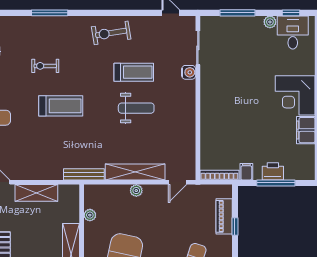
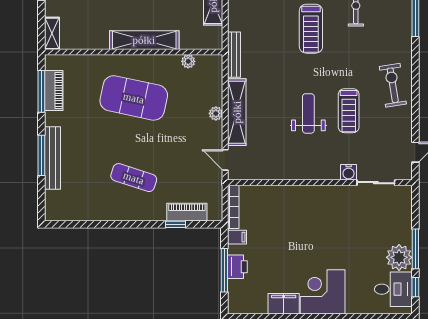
window: (238, 13) -> (415, 249), moved
plant: (270, 22) -> (399, 257), width x1.88, depth x1.88
weight bench: (136, 108) -> (308, 113), turned 180

